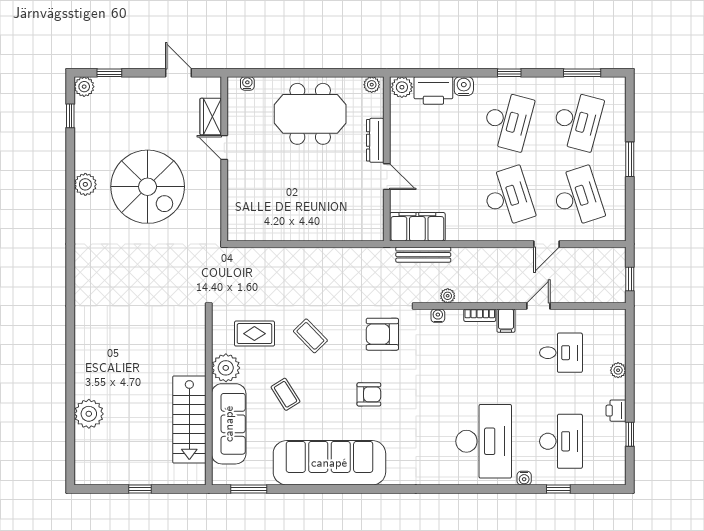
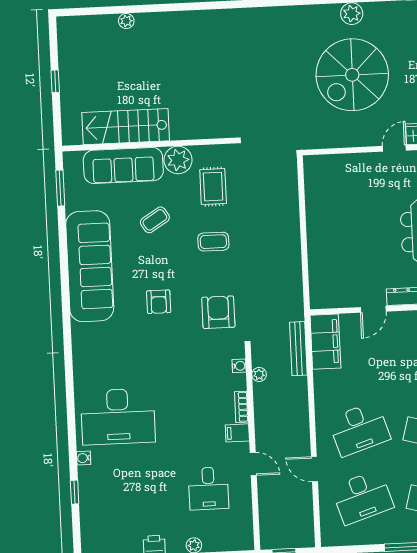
coffee table: (310, 336) -> (213, 242), turned 44
plant: (89, 414) -> (126, 21), width x0.53, depth x0.53
desk: (561, 441) -> (121, 493), removed

